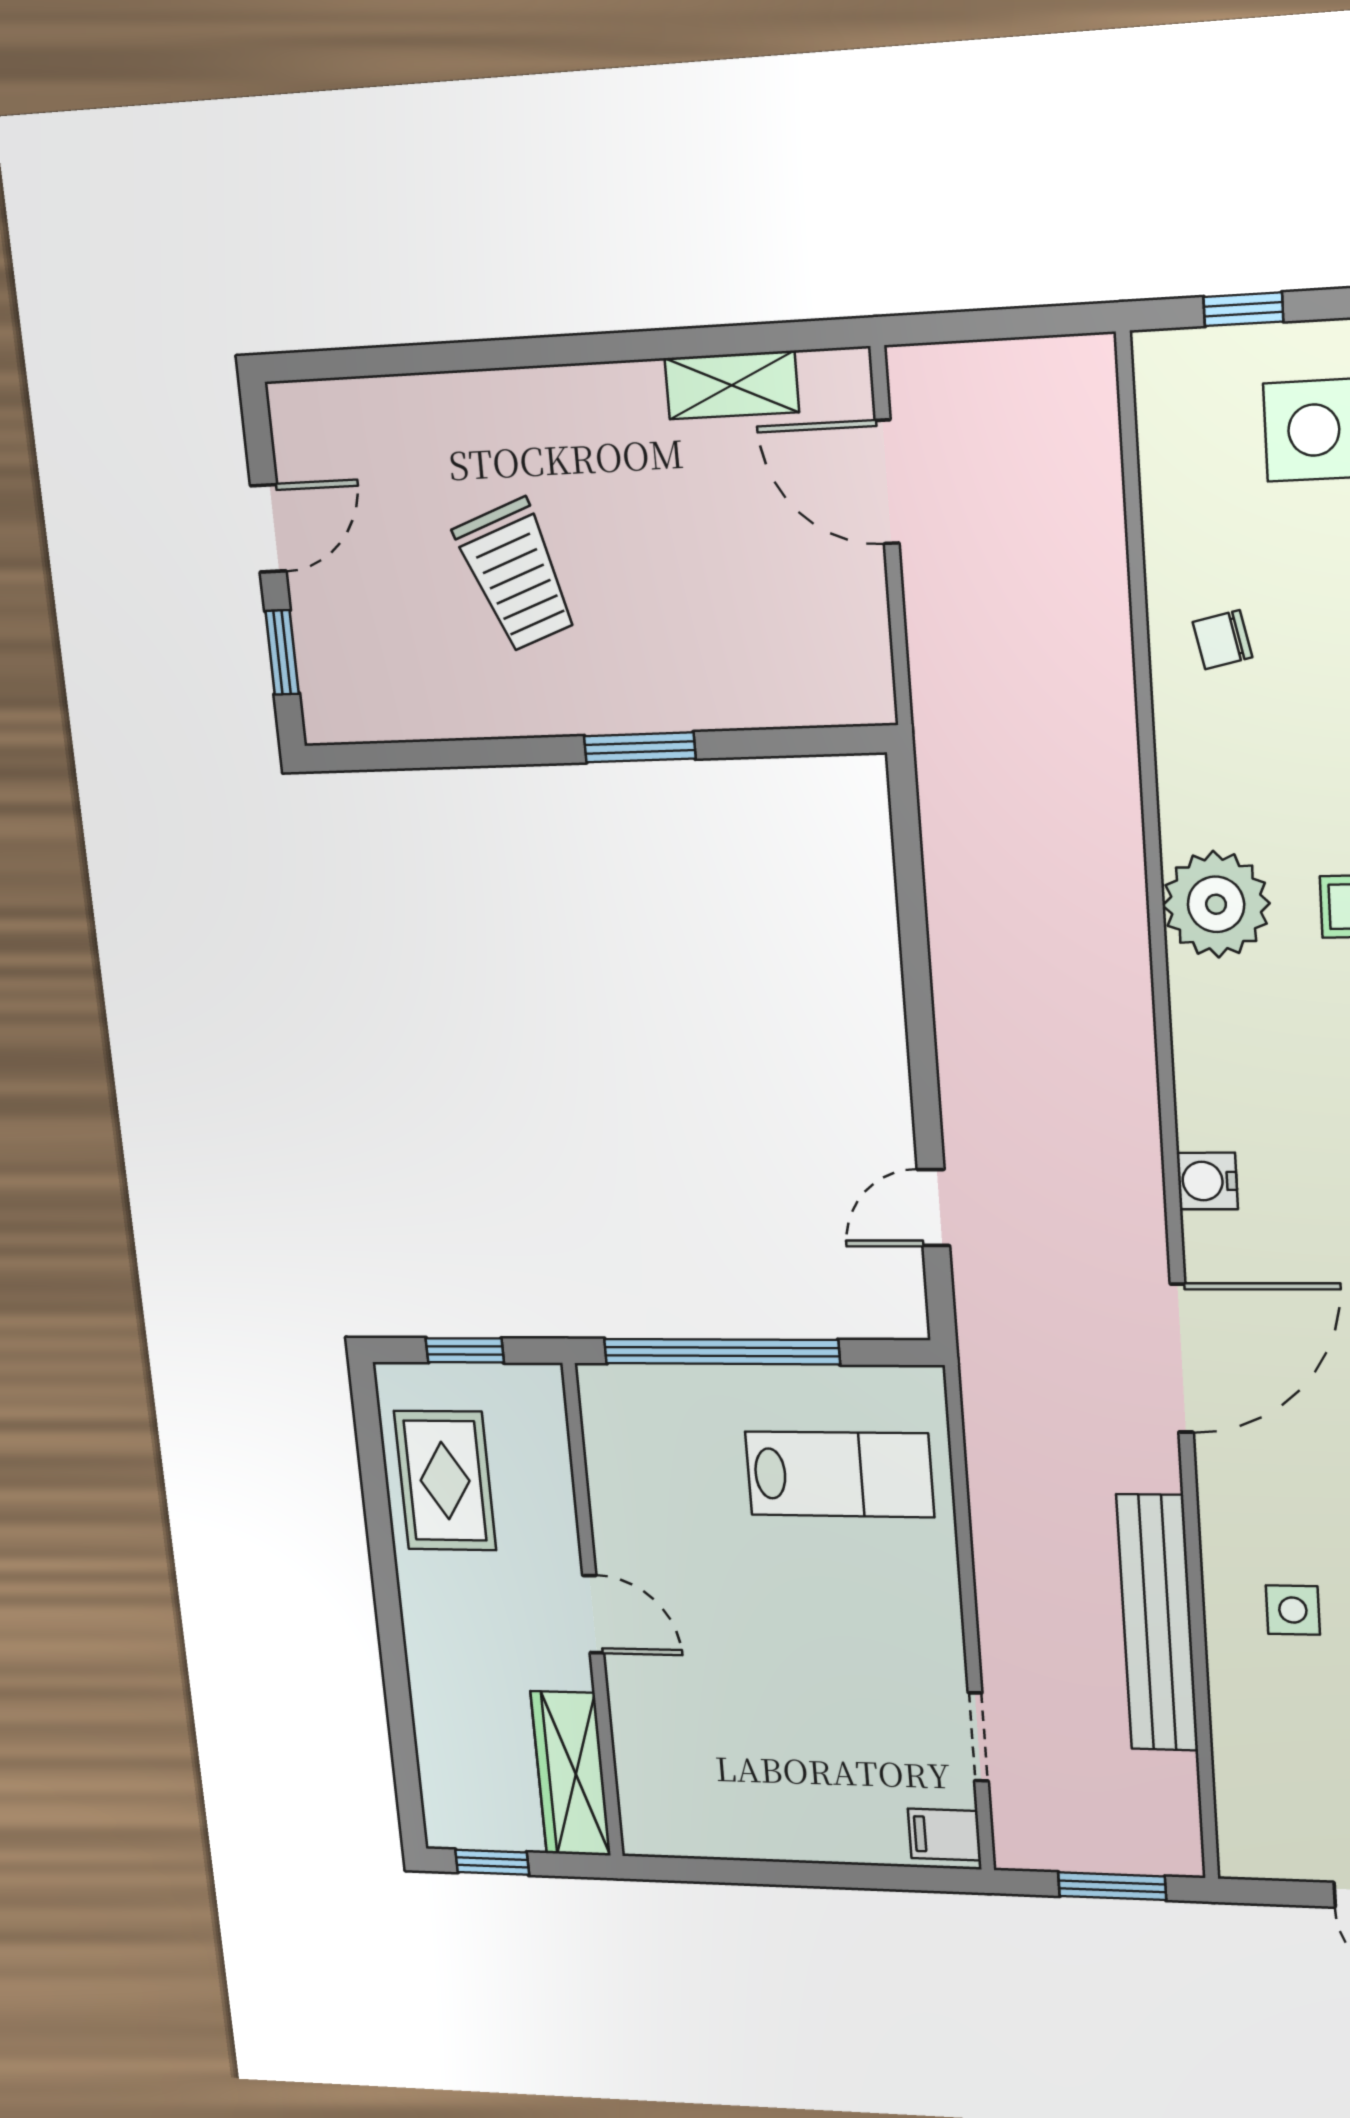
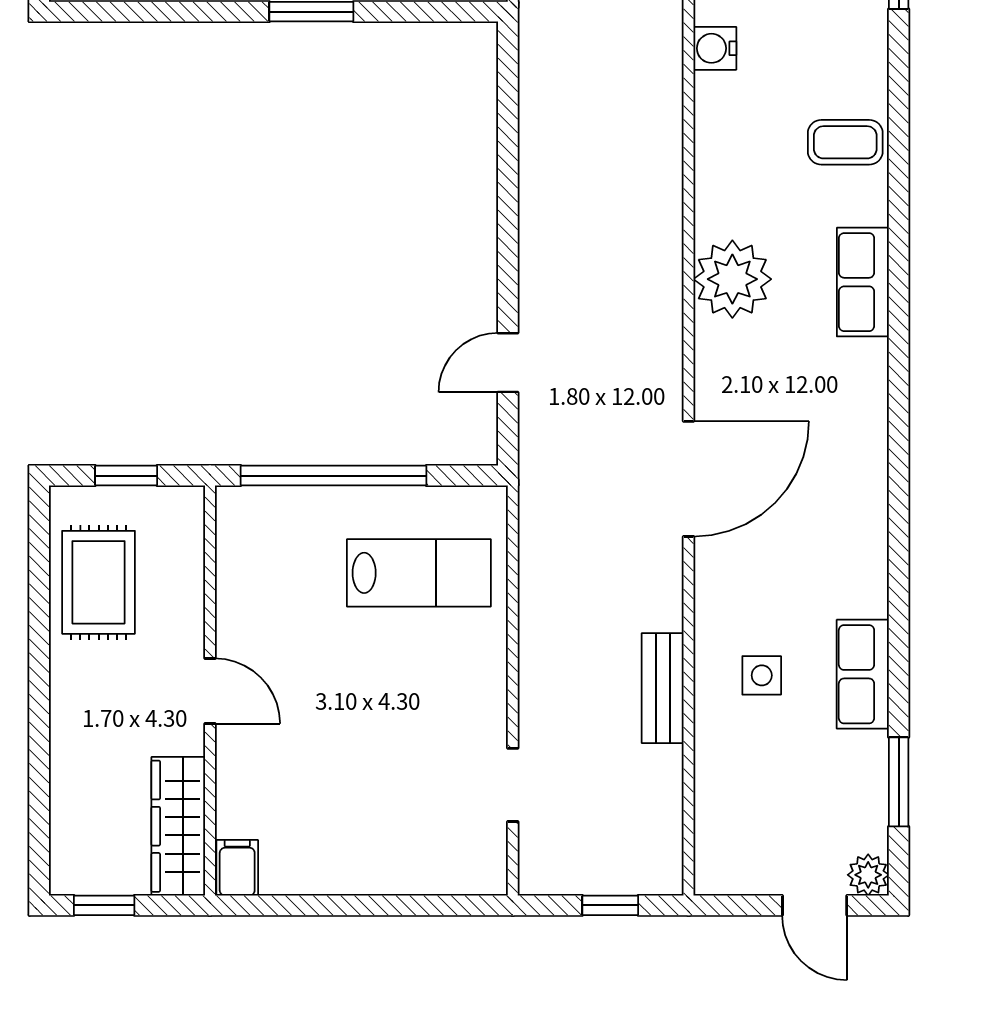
plant: (1216, 904) -> (732, 279), moved
water cooler: (1207, 1181) -> (715, 48), moved
bench: (1157, 1623) -> (663, 688), width x0.54, depth x0.82
filing cabinet: (944, 1835) -> (237, 868), moved, turned 90
window: (1112, 1886) -> (610, 905), width x0.67

